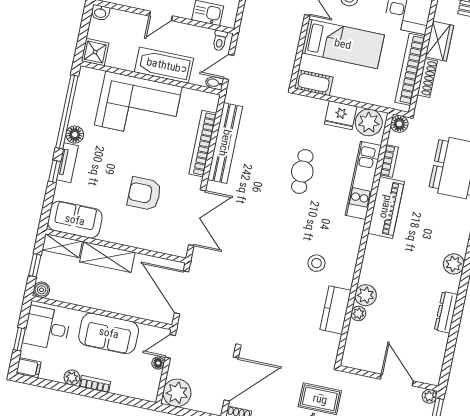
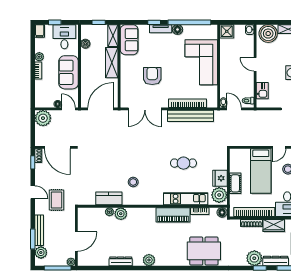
bathtub: (164, 65) -> (227, 72), removed
cot: (314, 83) -> (235, 183), moved
boiler: (42, 290) -> (85, 44), moved

